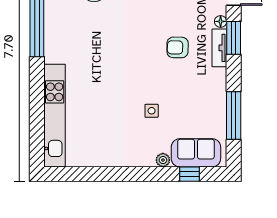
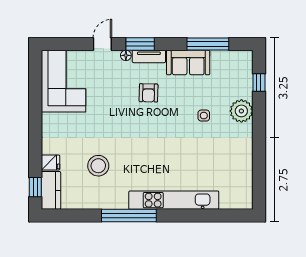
kitchen unit: (55, 116) -> (174, 200), moved
sofa: (196, 153) -> (188, 63), moved, turned -90
plant: (163, 160) -> (241, 111), width x1.88, depth x1.88

